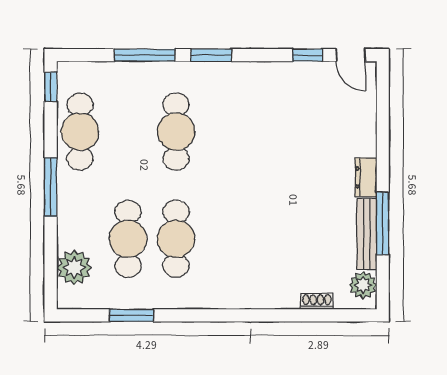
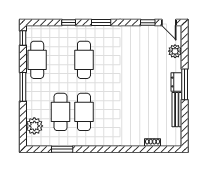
window: (145, 55) -> (69, 23), width x0.46
window: (383, 223) -> (185, 84), moved
plant: (363, 285) -> (175, 51), moved

